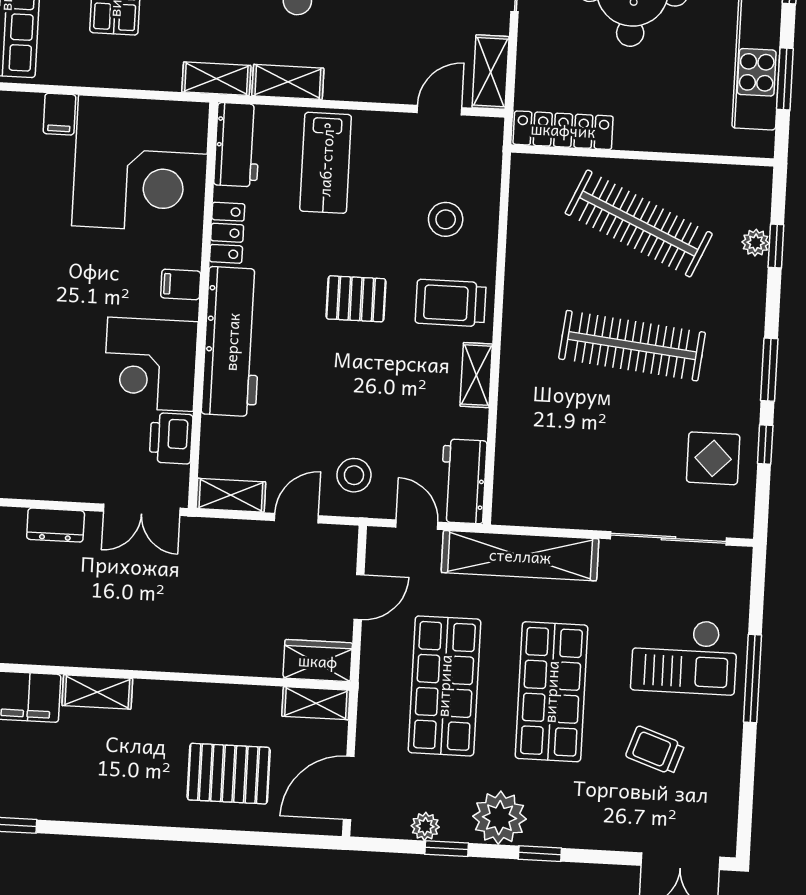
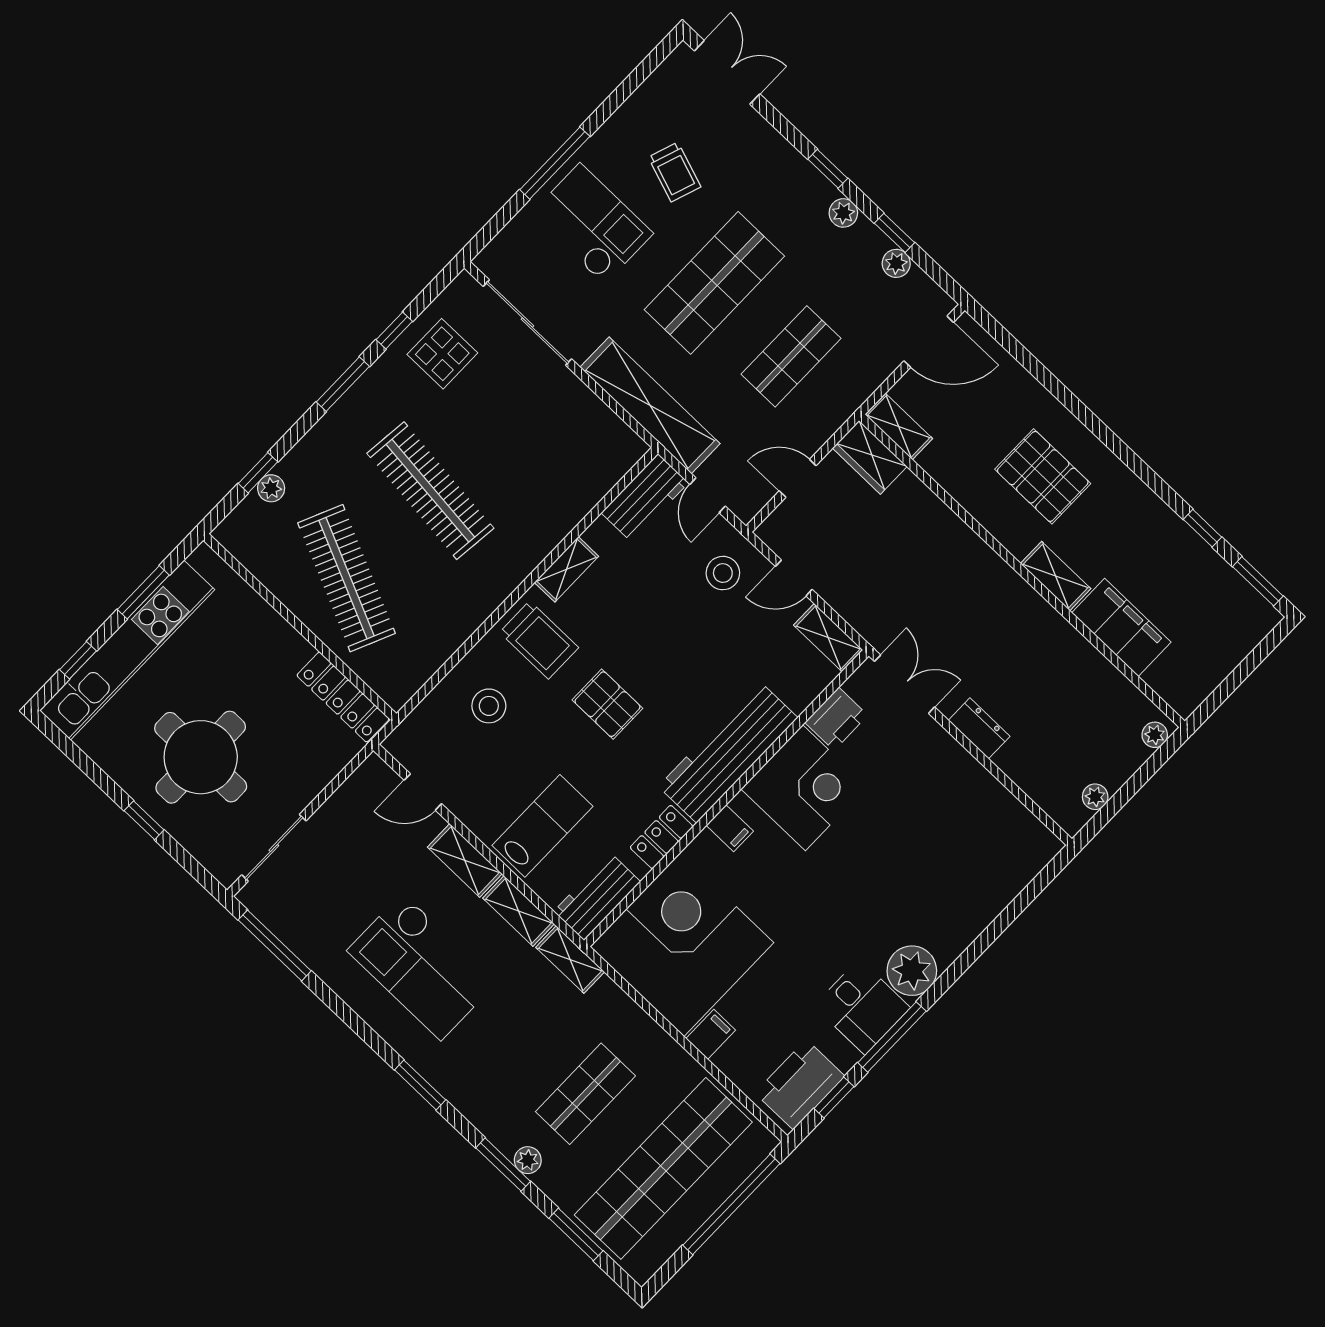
shelving: (491, 72) -> (465, 860), moved, turned 90
shop shelf: (444, 686) -> (791, 356), width x0.70, depth x0.74
pallet: (229, 774) -> (1043, 476), moved
plant: (499, 818) -> (843, 213), width x0.53, depth x0.53

